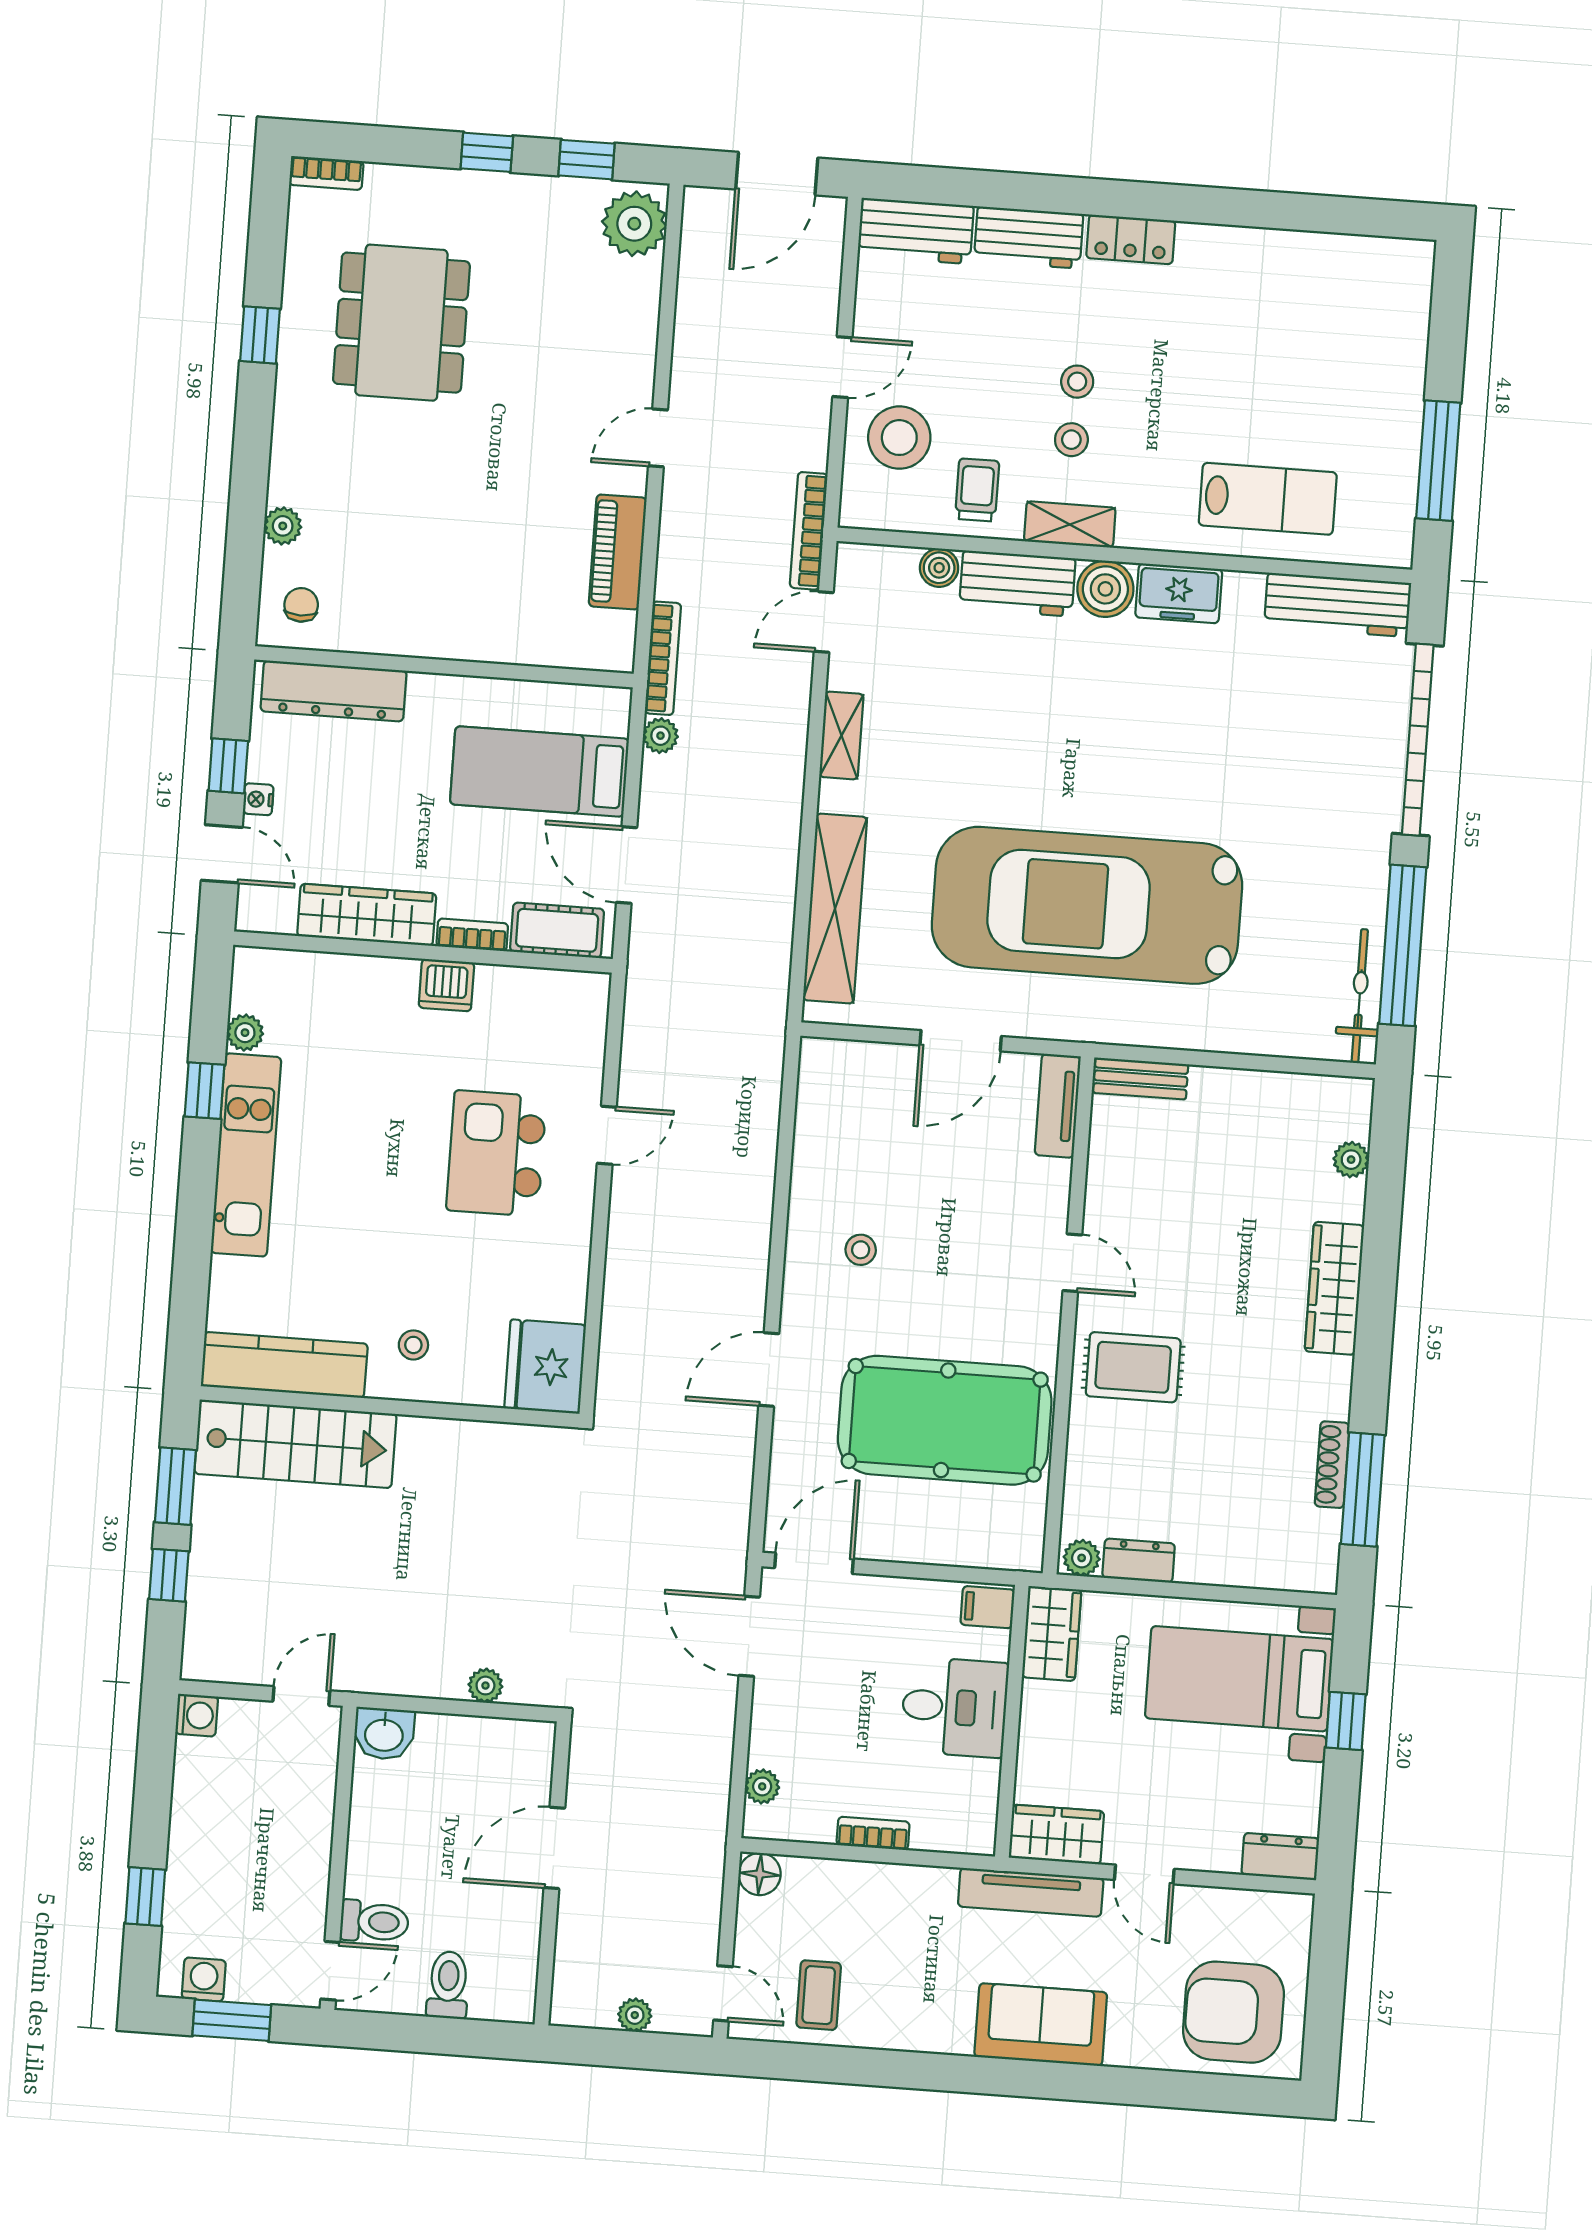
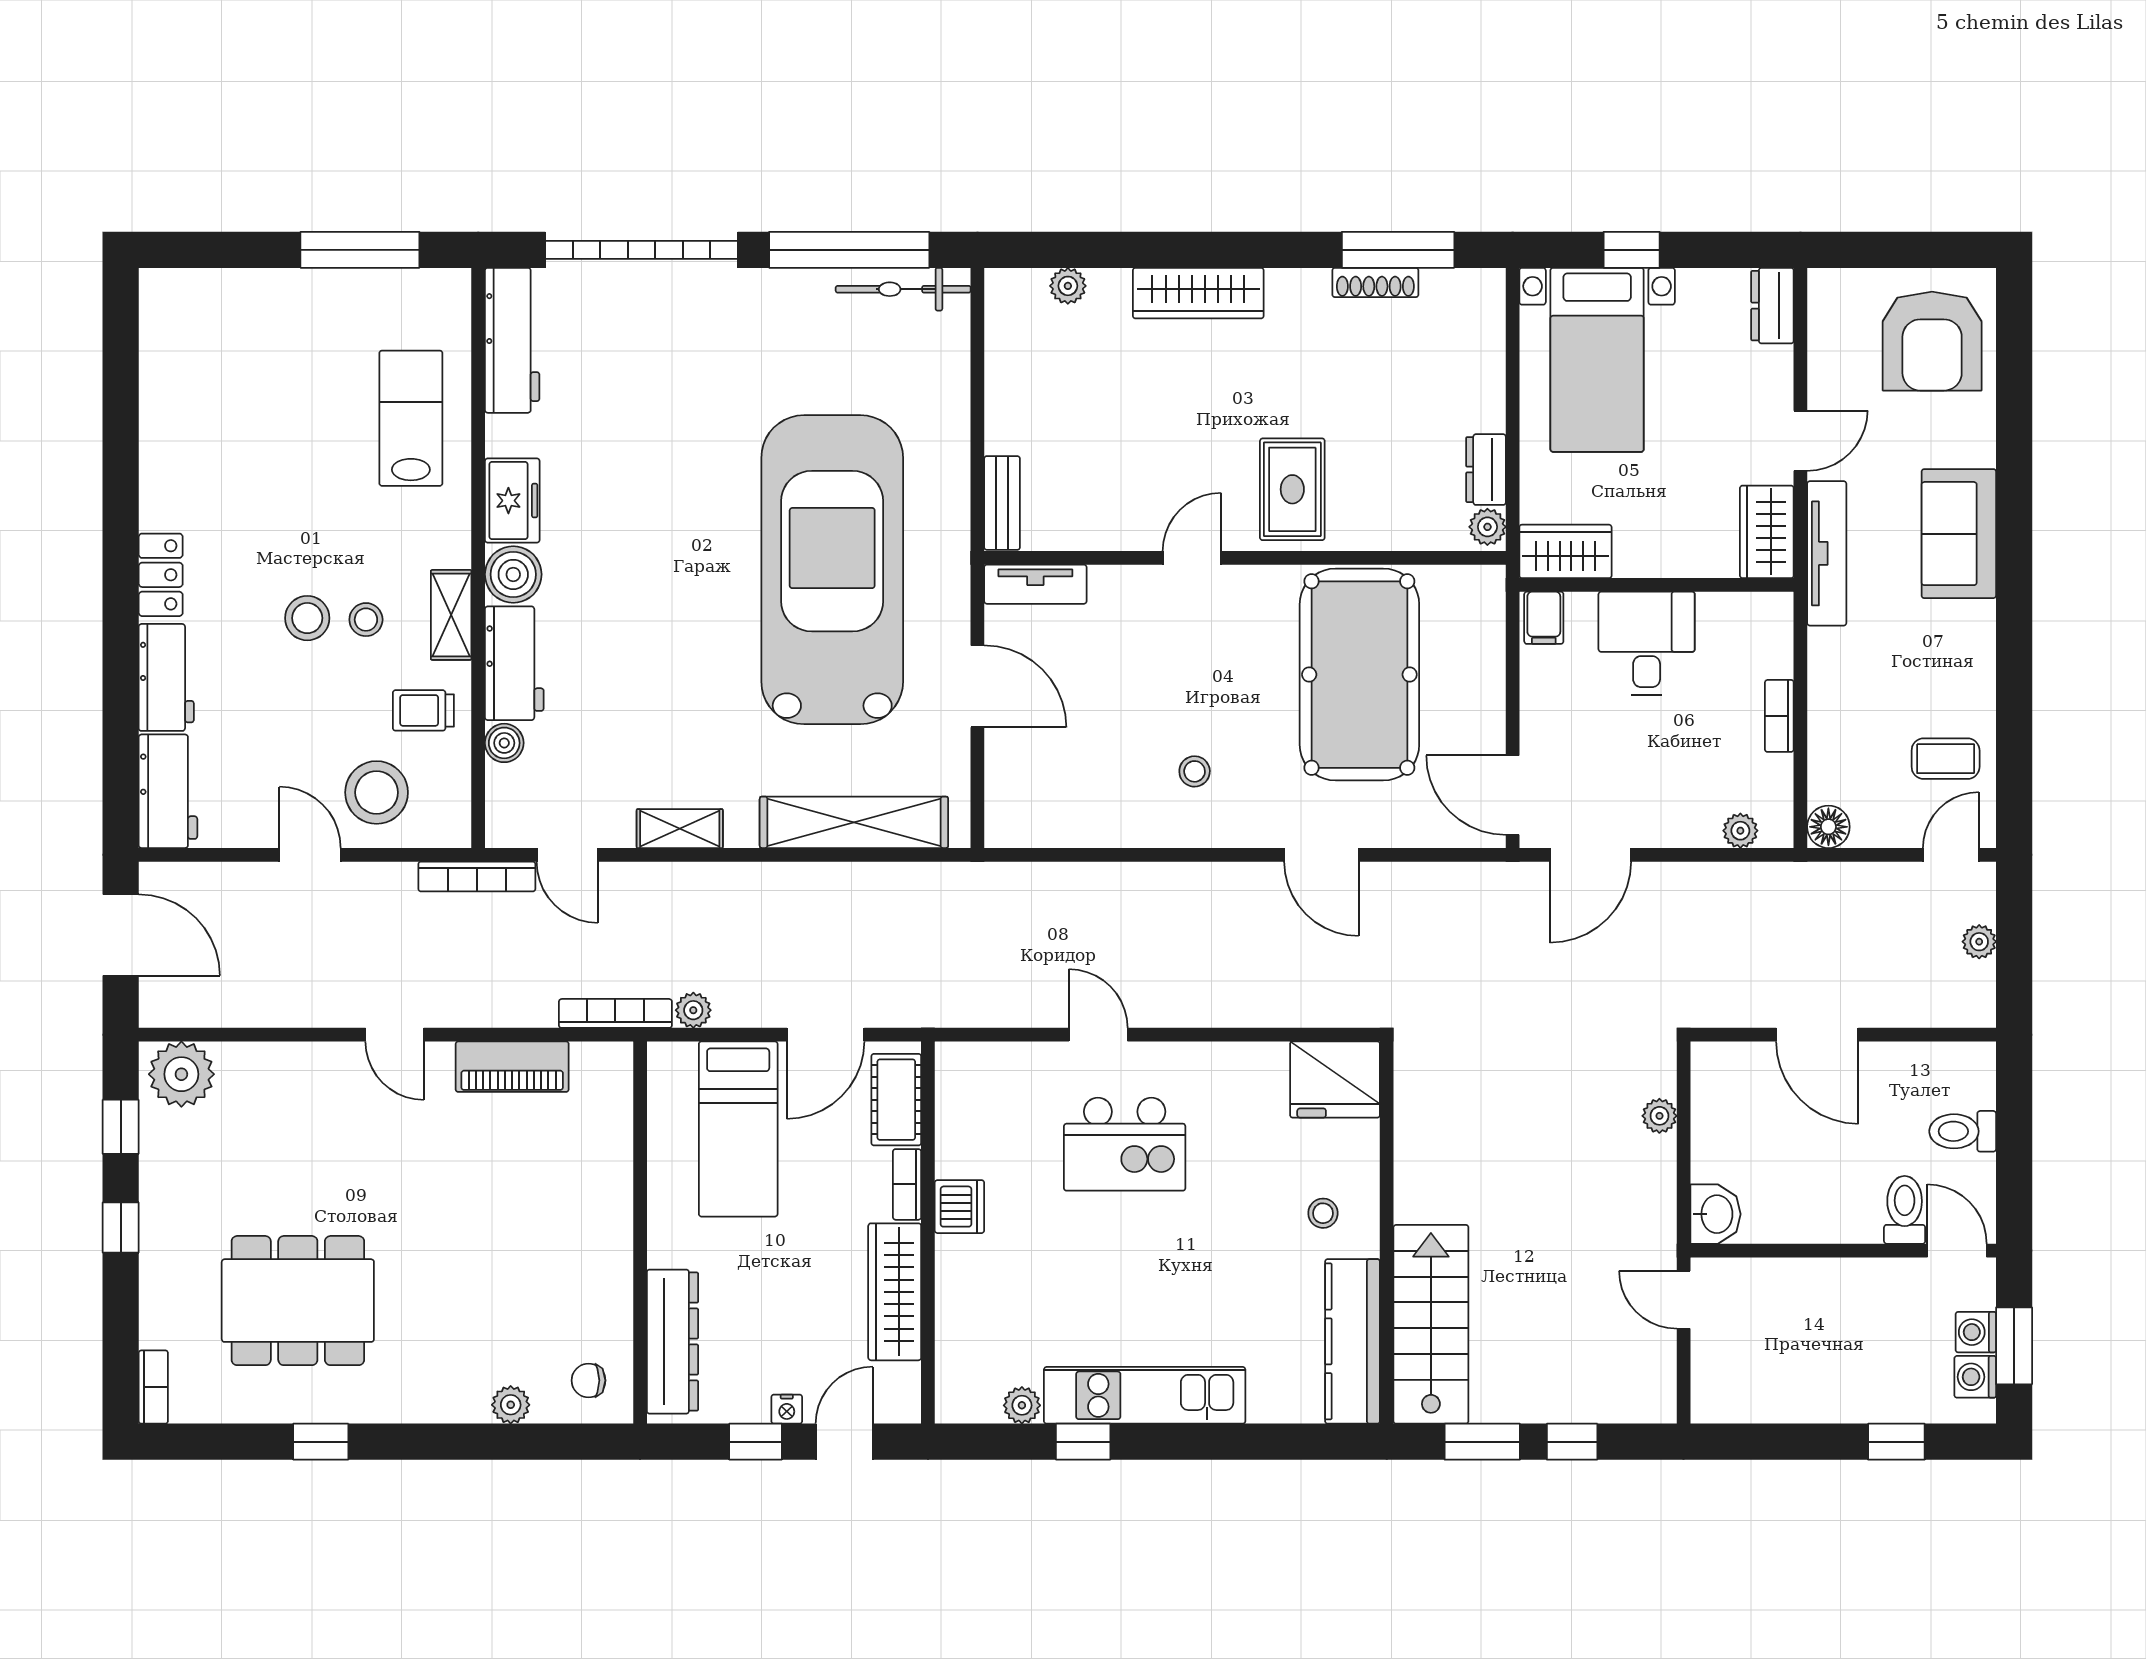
stool: (1077, 382) -> (307, 618), width x1.37, depth x1.37
car: (1087, 905) -> (832, 570), turned 180
washing machine: (197, 1715) -> (1976, 1332), moved, turned -90

